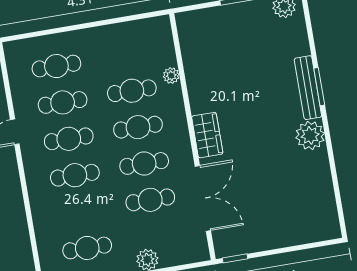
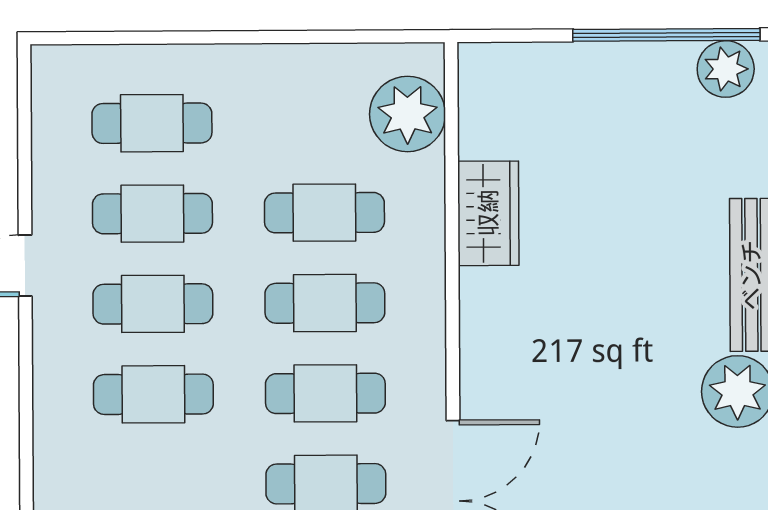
plant: (171, 76) -> (408, 114), moved, width x1.88, depth x1.88
wardrobe: (207, 135) -> (488, 213), moved

